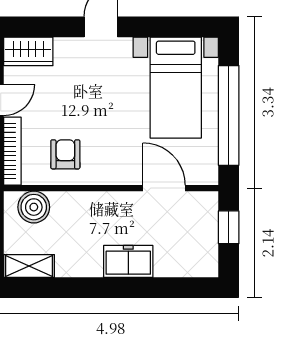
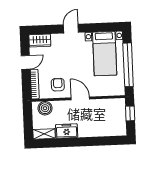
door: (164, 188) -> (80, 98), moved
freezer: (128, 261) -> (67, 131), moved

